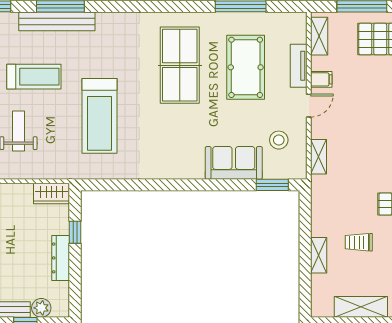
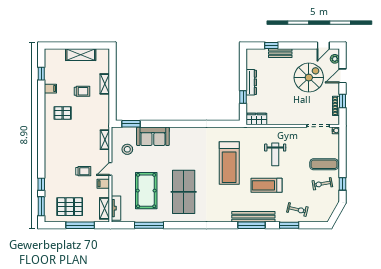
tv unit: (299, 66) -> (116, 208), moved
trolley: (356, 102) -> (83, 171), added
treadmill: (99, 116) -> (229, 163), turned 180
plant: (41, 308) -> (262, 54), removed

